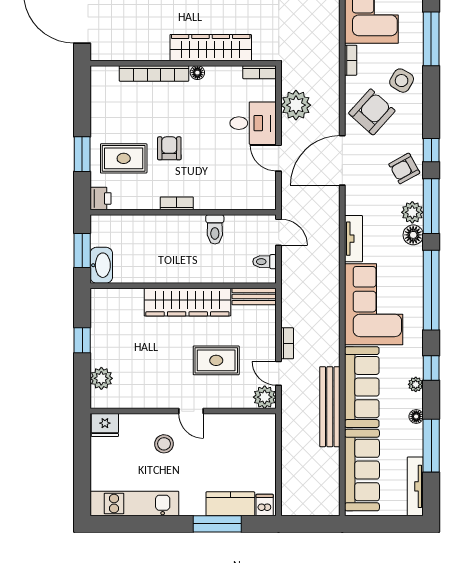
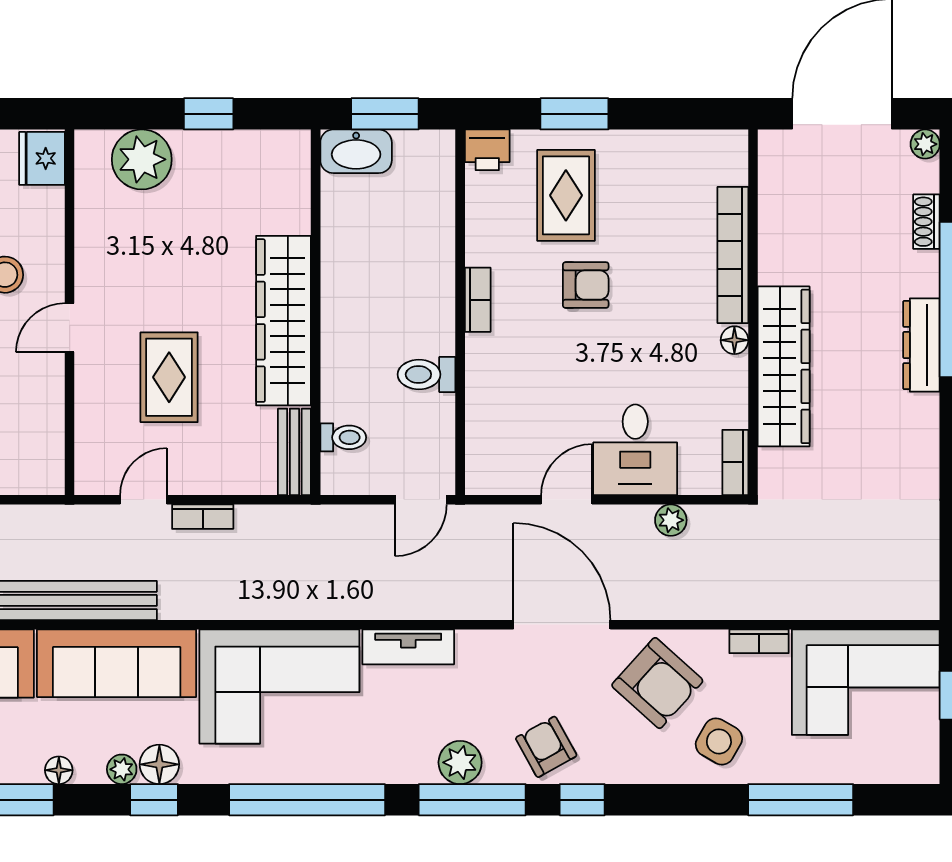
plant: (296, 105) -> (671, 520), width x0.53, depth x0.53
floor lamp: (413, 235) -> (159, 764), moved
toilet: (265, 262) -> (343, 437), moved, turned 90
plant: (101, 378) -> (142, 159), width x1.36, depth x1.36
plant: (265, 397) -> (97, 472), removed

